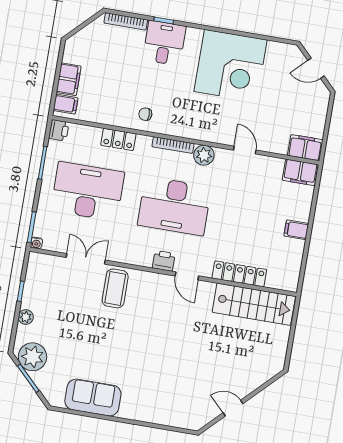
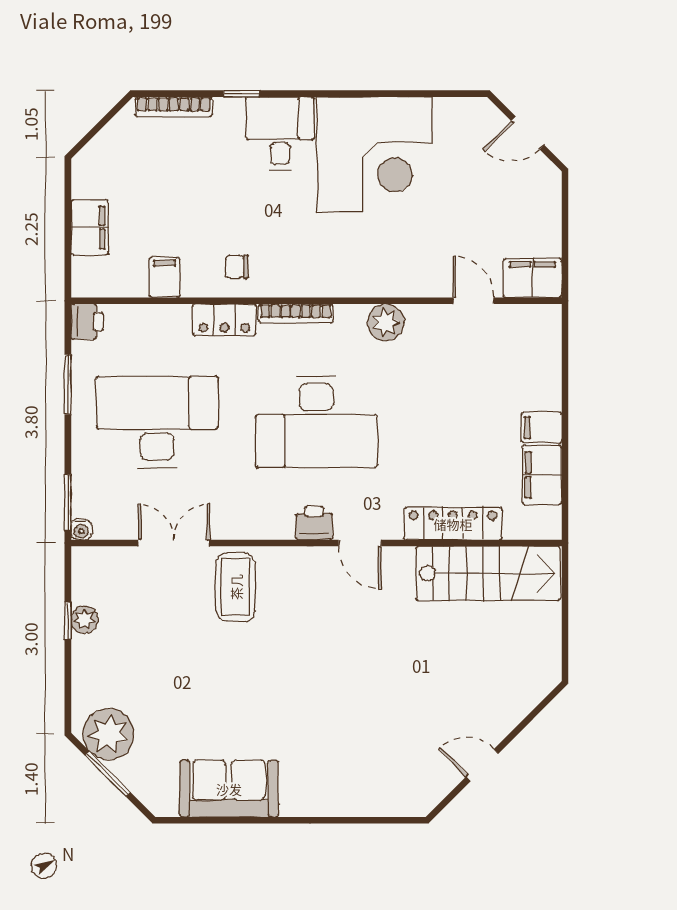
desk: (164, 43) -> (280, 134), moved
filing cabinet: (66, 104) -> (165, 277), moved, turned -90
locker: (118, 139) -> (224, 320), moved
door: (245, 150) -> (473, 301), moved
plant: (204, 155) -> (386, 322), moved
filing cabinet: (300, 172) -> (542, 475), moved, turned 90
plant: (26, 317) -> (84, 619), moved

